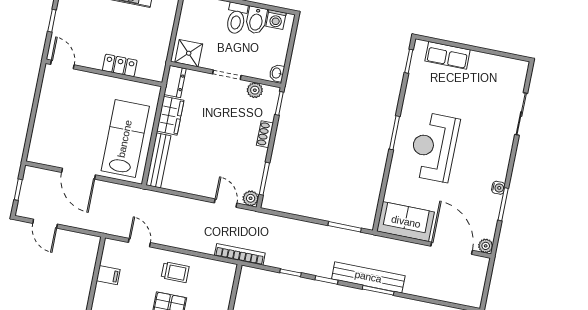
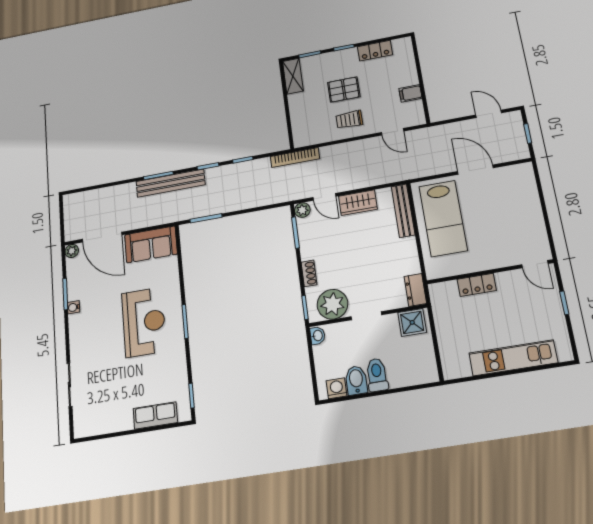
plant: (255, 90) -> (332, 304), width x1.88, depth x1.88
wardrobe: (170, 116) -> (358, 203), moved, turned -90

